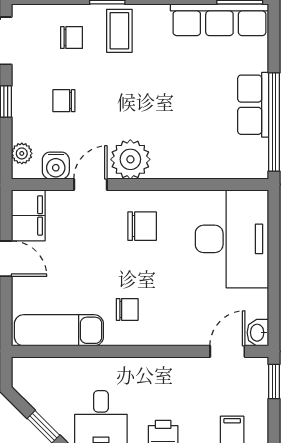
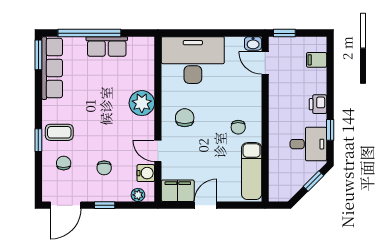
window: (274, 122) -> (89, 33), moved
plant: (130, 159) -> (142, 103), moved
chair: (127, 309) -> (238, 127), turned 180

